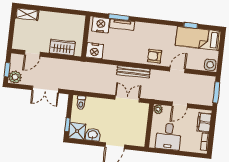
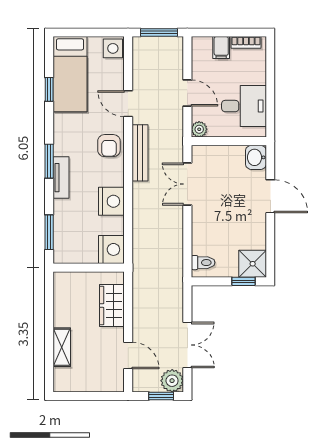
shelving: (27, 14) -> (62, 347), moved
window: (119, 17) -> (49, 232), moved
window: (149, 21) -> (49, 161), added
tv unit: (122, 24) -> (61, 178), moved
nightstand: (101, 25) -> (111, 201), moved, turned 180
bench: (133, 72) -> (140, 153), moved
double door: (45, 89) -> (187, 345), moved
filing cabinet: (204, 122) -> (221, 48), width x0.50
washbasin: (93, 135) -> (256, 157), moved

